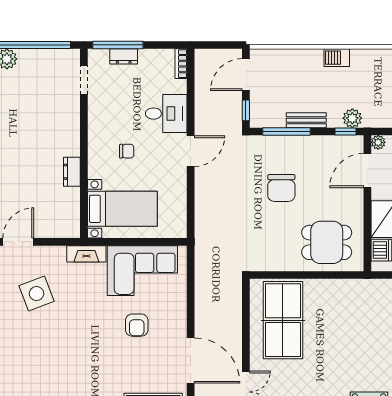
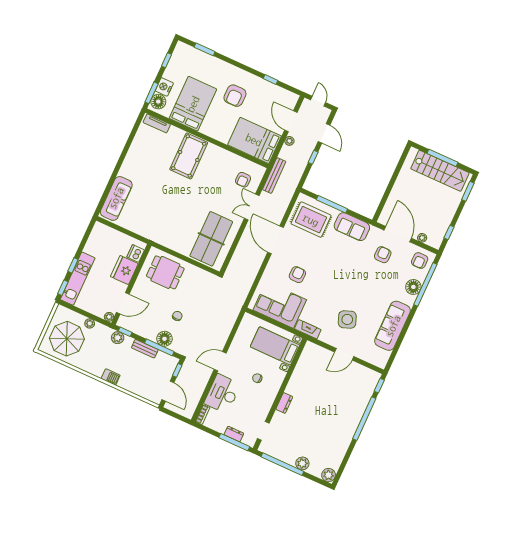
door: (246, 75) -> (168, 391), hinge flipped
desk: (166, 114) -> (222, 394), width x1.37
floor lamp: (285, 147) -> (164, 339), added
dresser: (72, 172) -> (284, 403), moved
chair: (281, 188) -> (177, 316), width x0.54, depth x0.54

